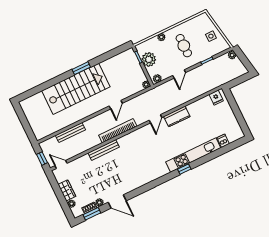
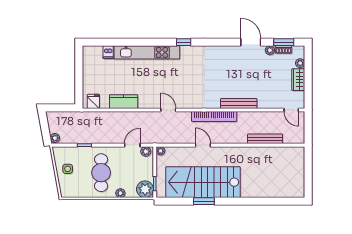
cafe table: (184, 46) -> (101, 173), width x1.37, depth x1.35
plant: (149, 59) -> (145, 189), moved
window: (81, 68) -> (204, 201), moved
door: (179, 74) -> (132, 145), moved
stairs: (76, 89) -> (203, 182), moved
door: (116, 105) -> (203, 145), hinge flipped
kitchen counter: (177, 116) -> (124, 102), moved
door: (155, 119) -> (168, 110), hinge flipped
window: (42, 159) -> (308, 126), removed
window: (184, 169) -> (184, 42), moved

